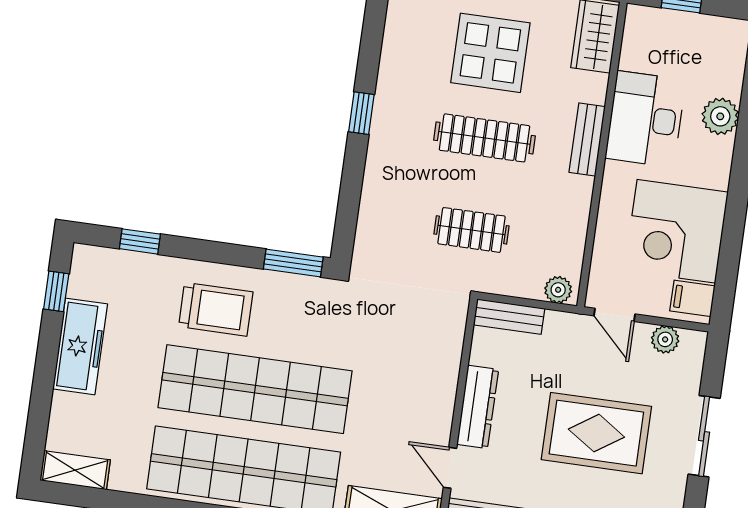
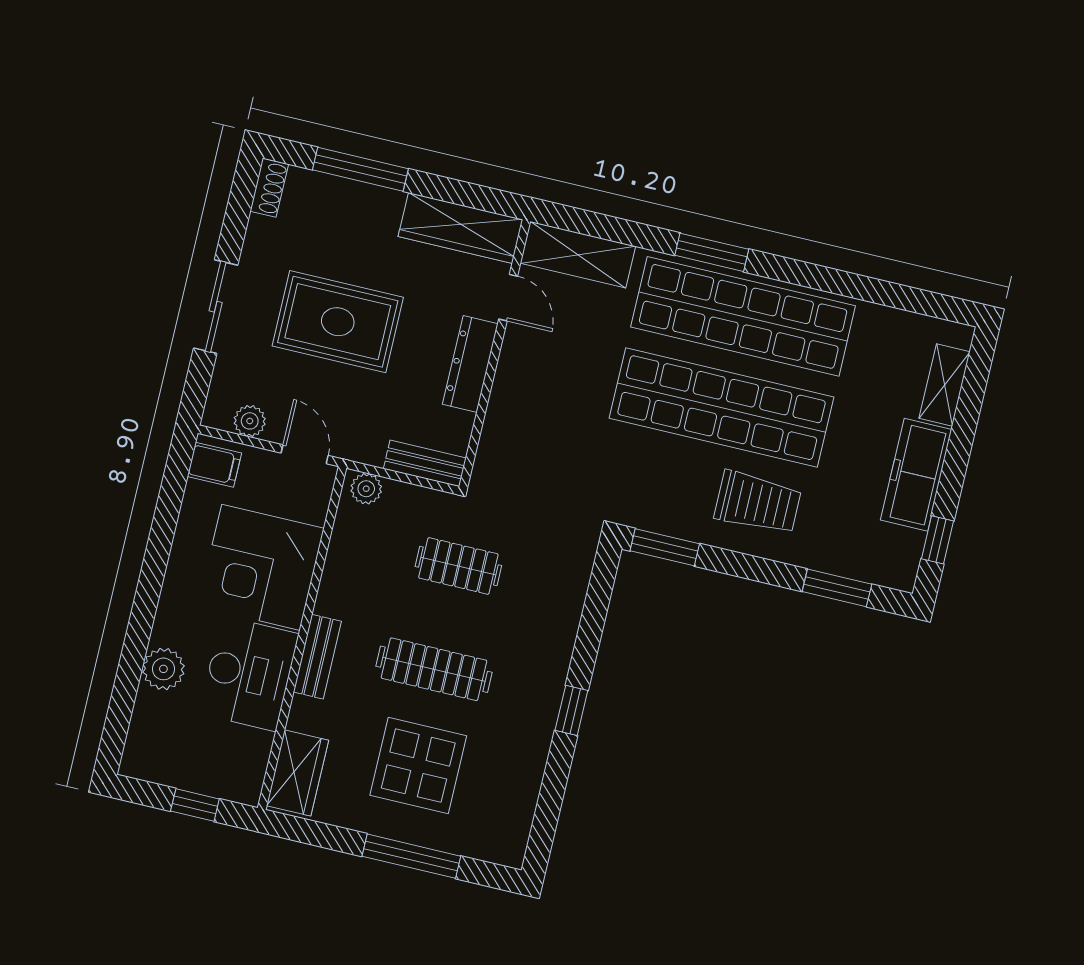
corner desk: (676, 231) -> (261, 567), moved, turned 180
window: (140, 241) -> (837, 588), width x1.50
trolley: (216, 309) -> (758, 503), turned 180
shelving: (75, 470) -> (945, 385), moved, turned 90

